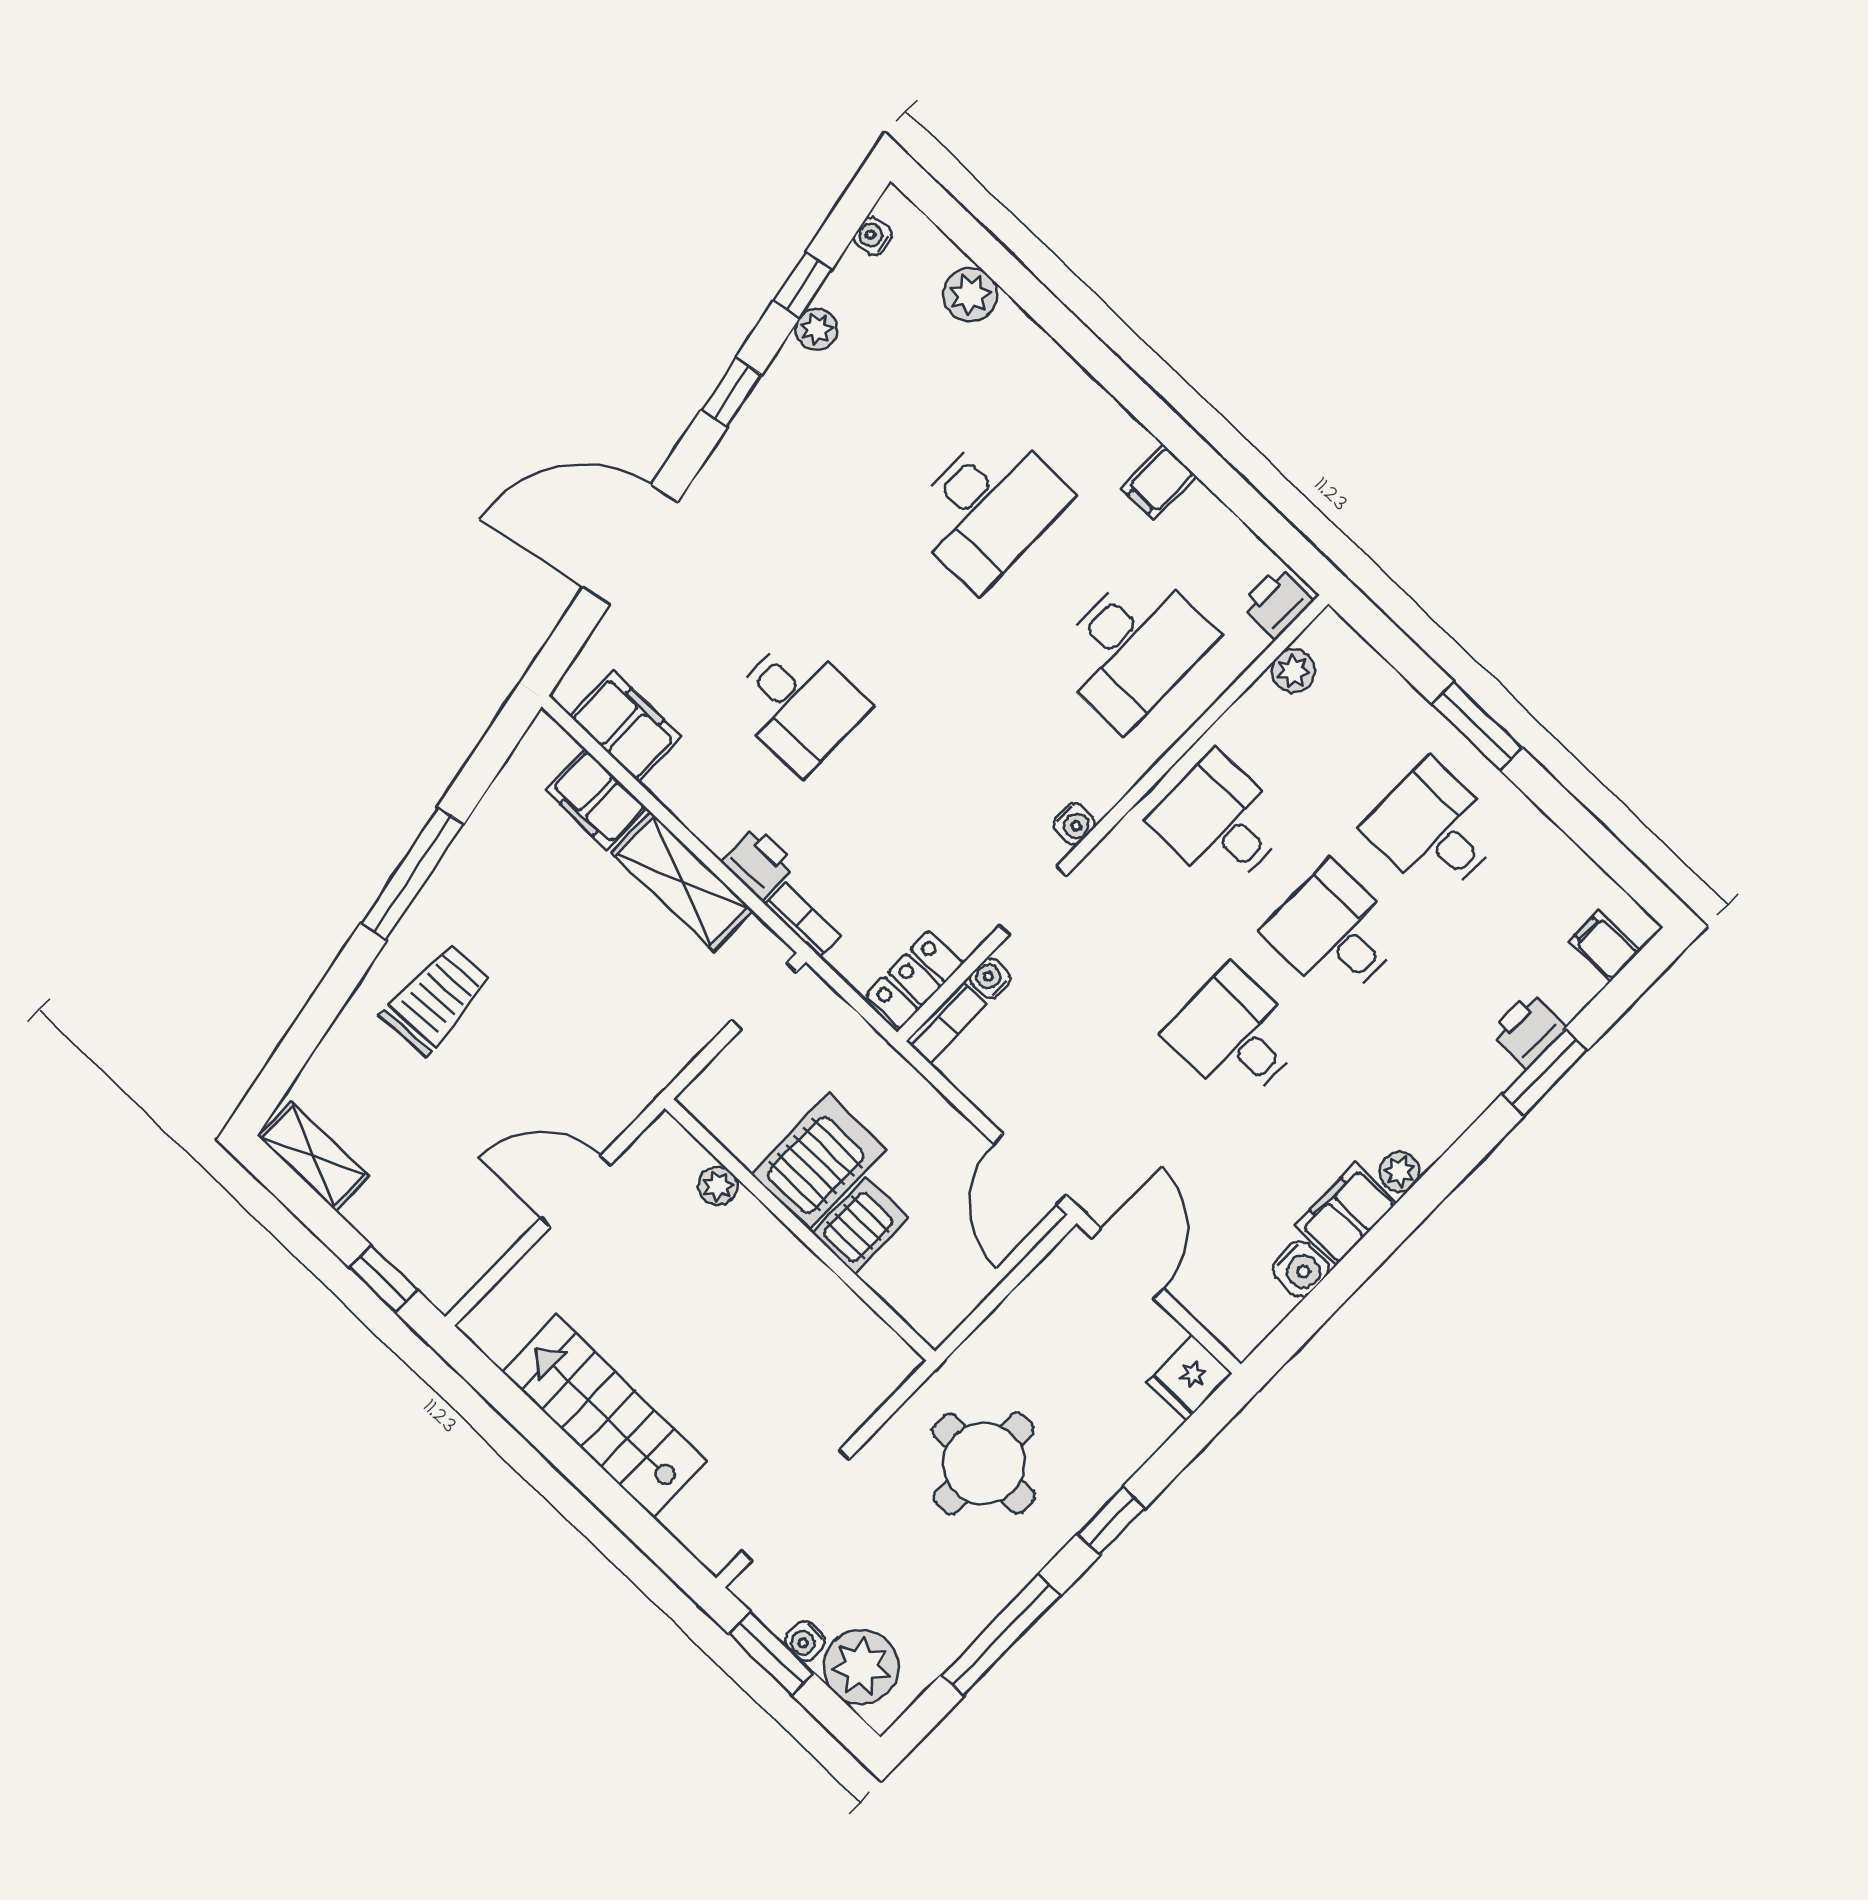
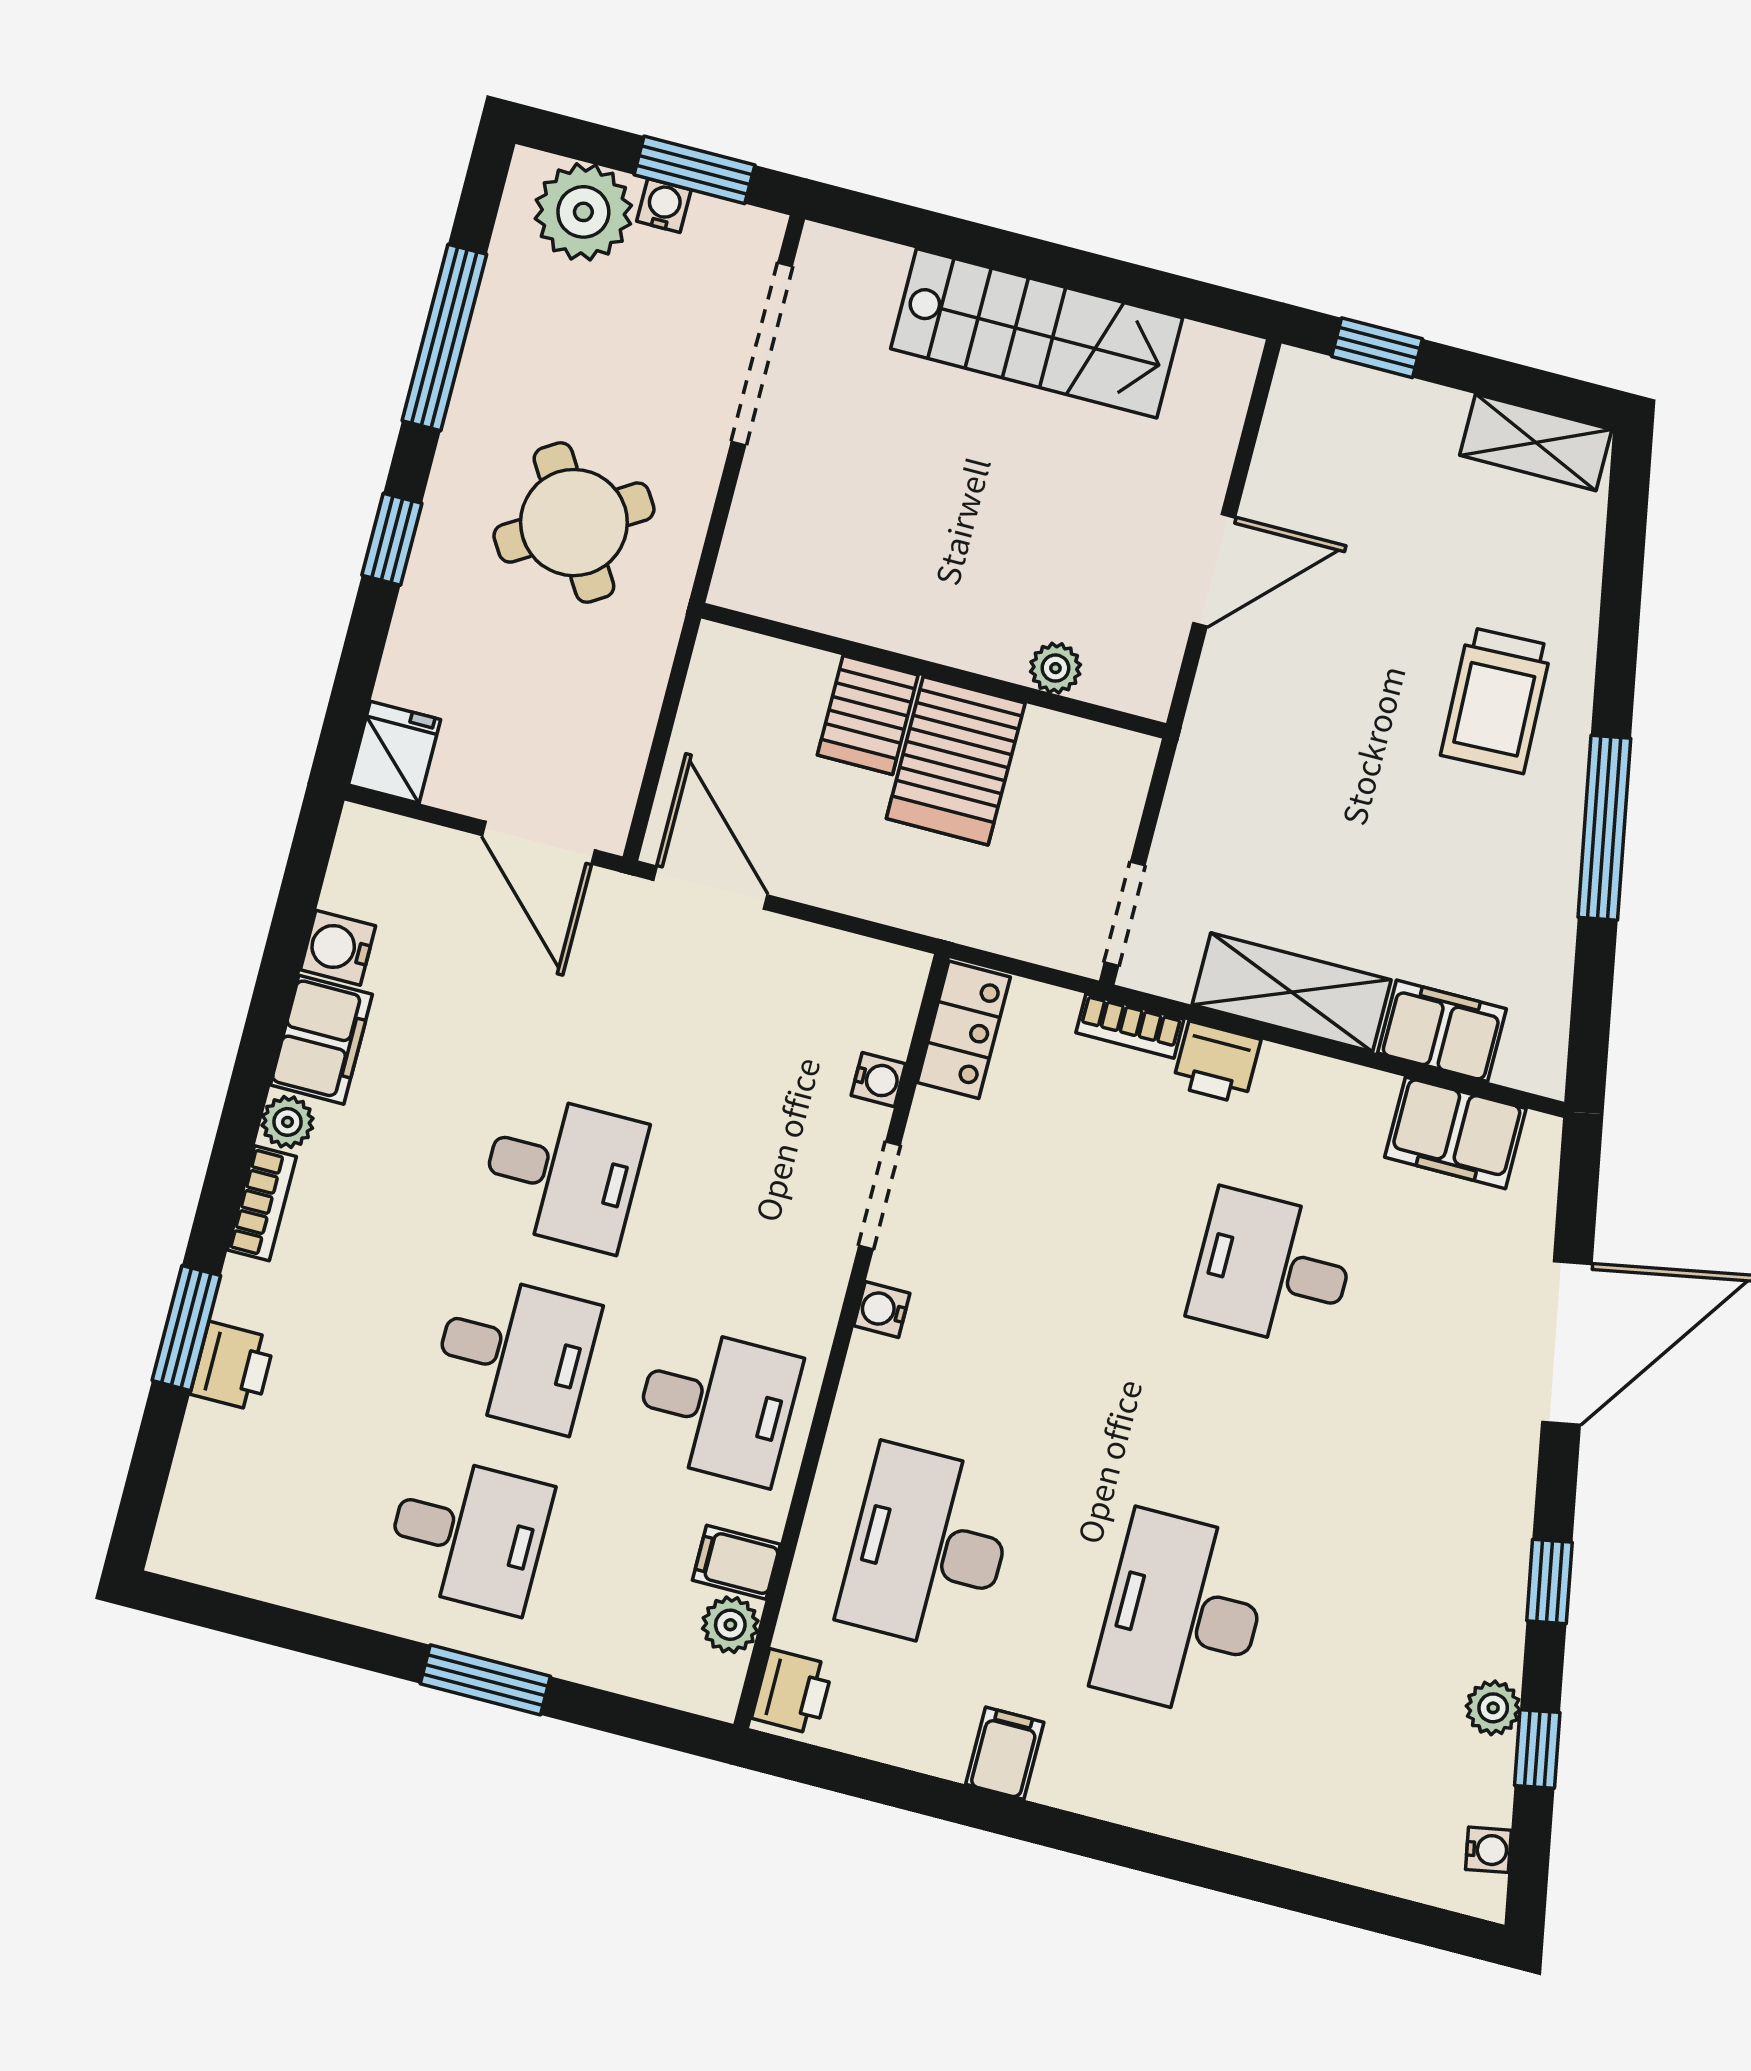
plant: (970, 295) -> (1340, 1846), removed
filing cabinet: (1605, 946) -> (736, 1562), moved, turned 180
bookcase: (946, 1023) -> (262, 1203), moved, turned 180
round table: (984, 1464) -> (574, 523), turned -32

